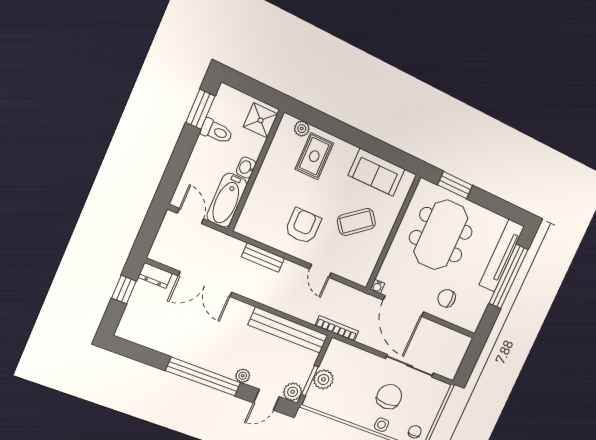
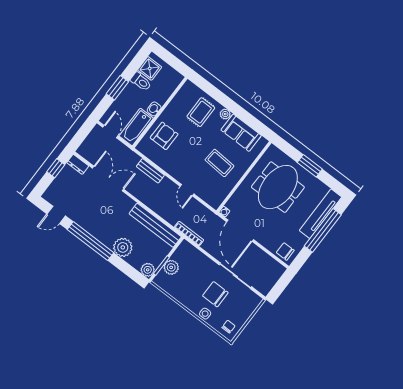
window: (200, 109) -> (117, 88), moved
shower: (261, 120) -> (150, 68), moved
plant: (302, 129) -> (225, 114), moved
window: (455, 185) -> (310, 166), moved
coffee table: (356, 222) -> (219, 163), turned 42
armchair: (303, 226) -> (164, 136), moved
double door: (205, 284) -> (108, 179), swing flipped
chair: (447, 298) -> (285, 251), moved
plant: (243, 376) -> (123, 247), width x1.88, depth x1.88
chair: (389, 397) -> (215, 294), turned -90
door: (266, 400) -> (56, 215), moved

